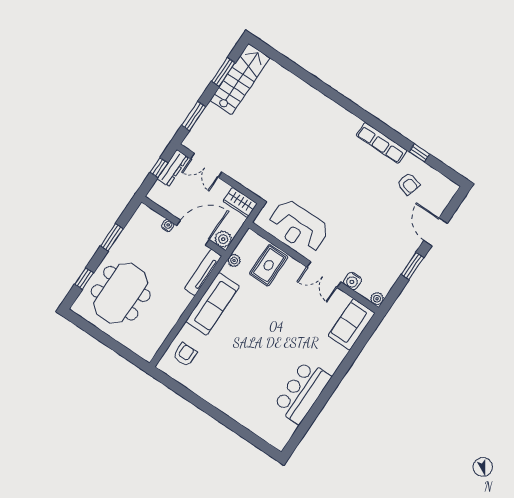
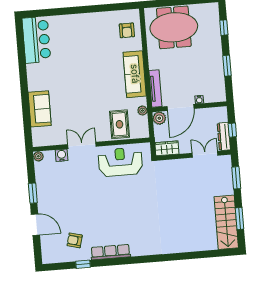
meeting table: (121, 293) -> (174, 27), moved, turned 90
sofa: (352, 324) -> (40, 109), moved
bar counter: (302, 392) -> (36, 40), moved

